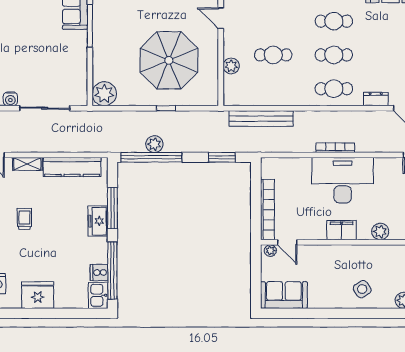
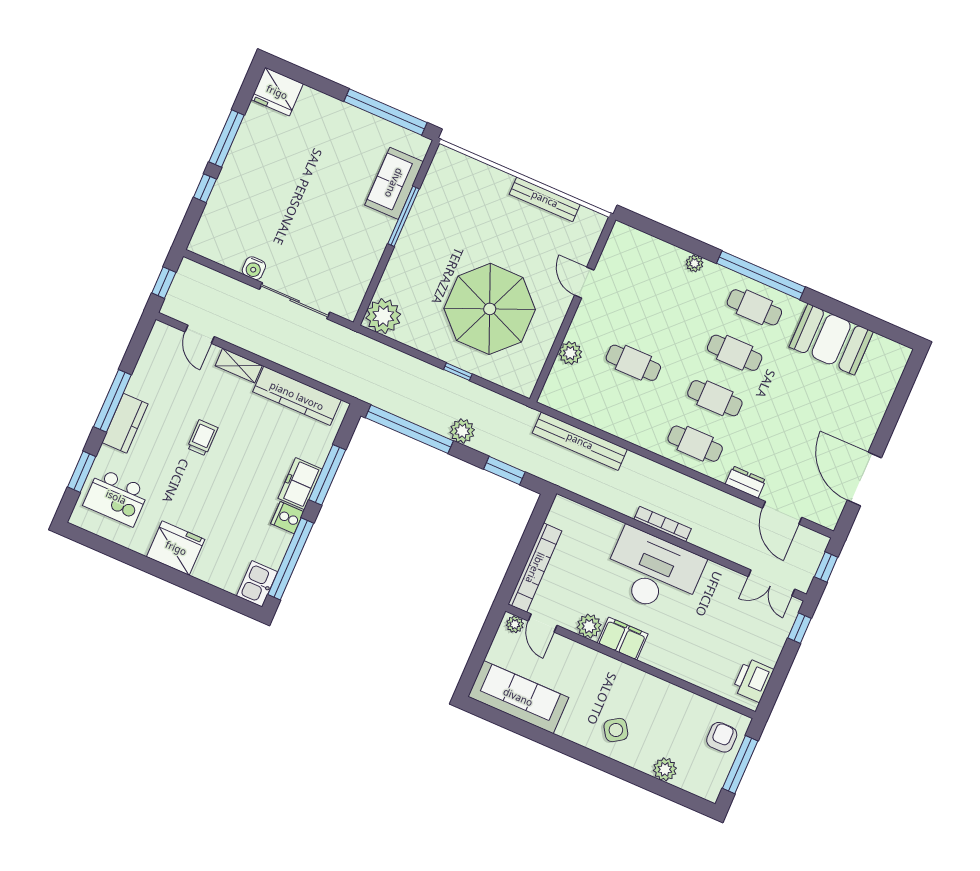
plant: (154, 144) -> (462, 431), moved
plant: (380, 231) -> (589, 626), moved
cooker: (99, 273) -> (287, 518), moved
sofa: (284, 295) -> (518, 697), width x1.36

